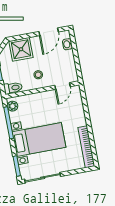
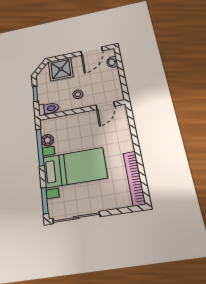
plant: (13, 106) -> (47, 140), moved

